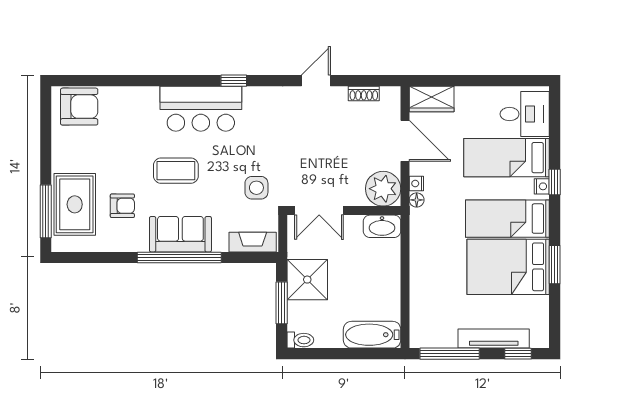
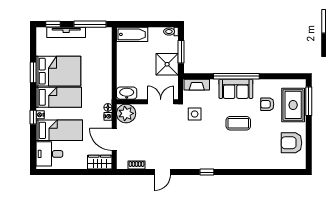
armchair: (79, 107) -> (292, 143), moved
bar counter: (201, 109) -> (225, 157), removed

